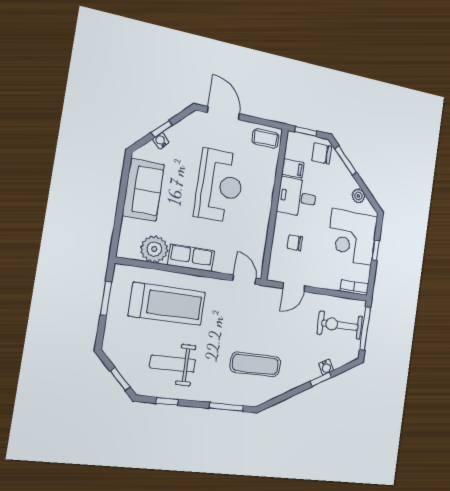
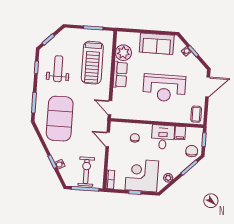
door: (244, 280) -> (110, 108), swing flipped
exercise mat: (255, 364) -> (60, 119), width x2.00, depth x1.45

